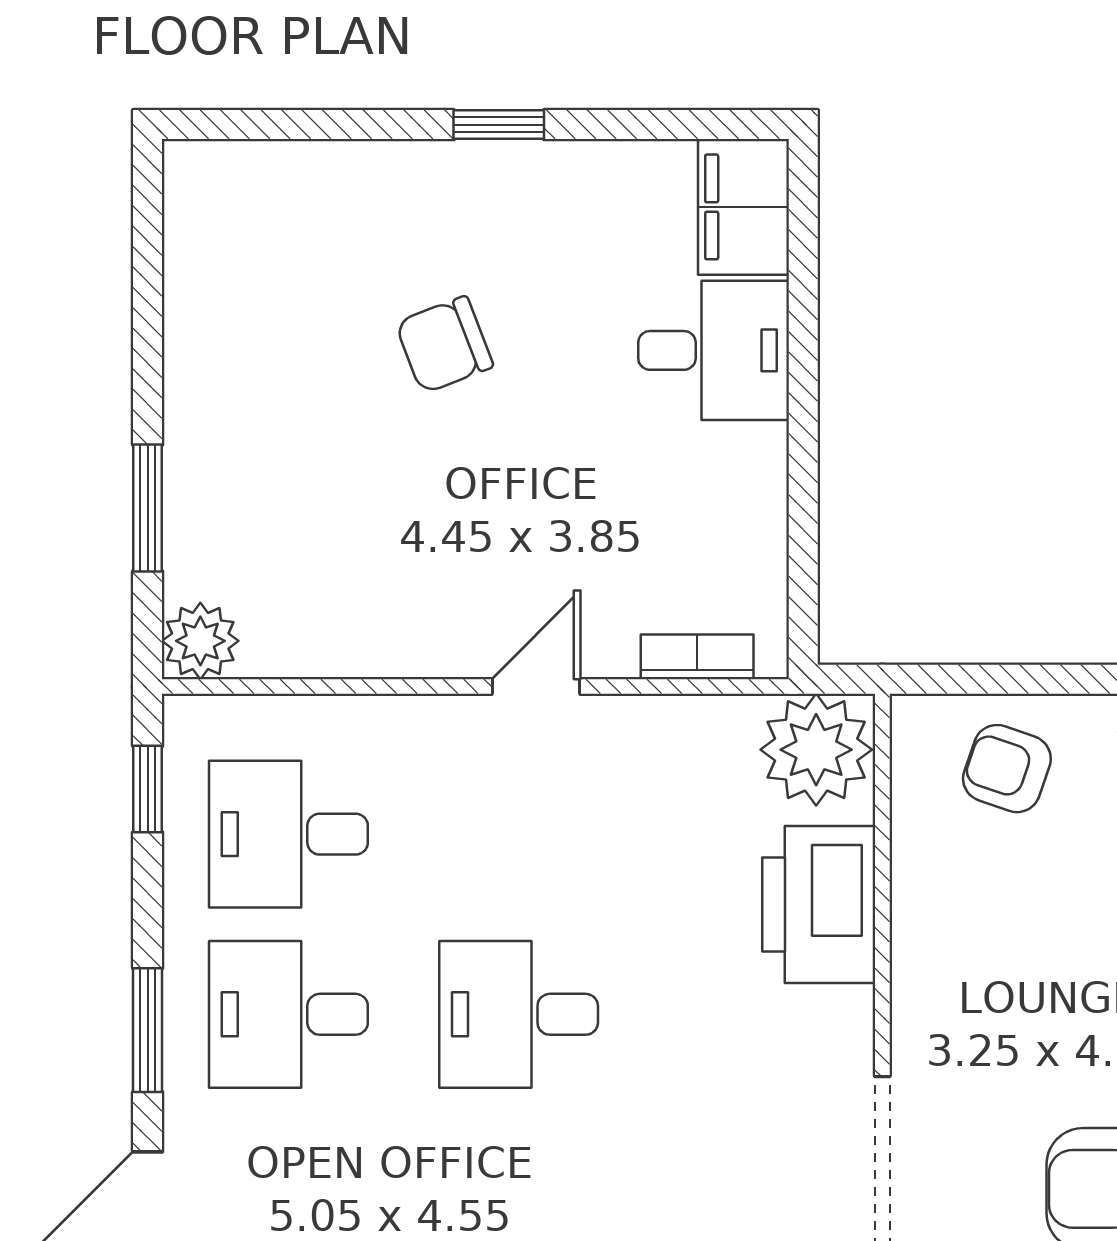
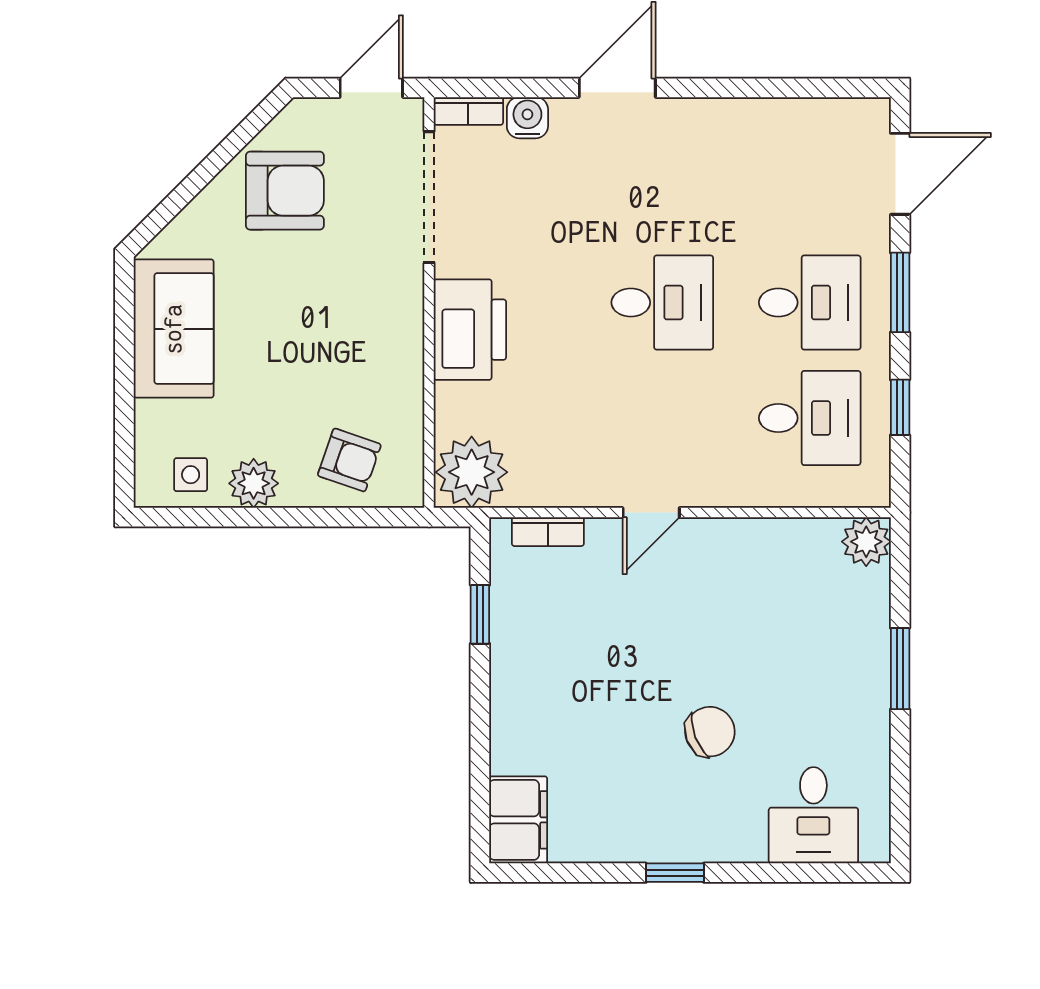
desk: (714, 350) -> (813, 815), moved, turned -90
window: (148, 508) -> (900, 669), moved
window: (803, 528) -> (480, 614), added
window: (148, 789) -> (900, 407), moved
printer: (819, 904) -> (470, 330), moved

